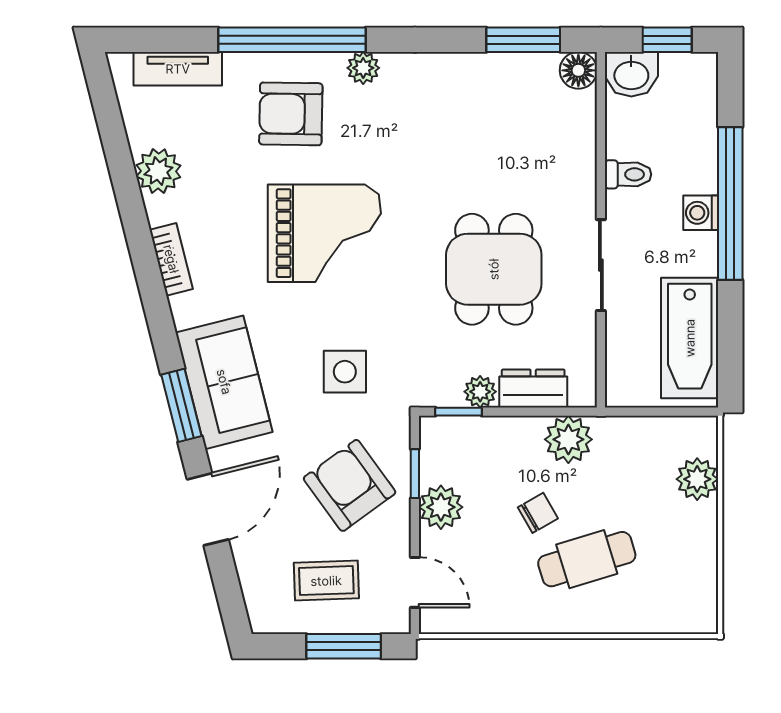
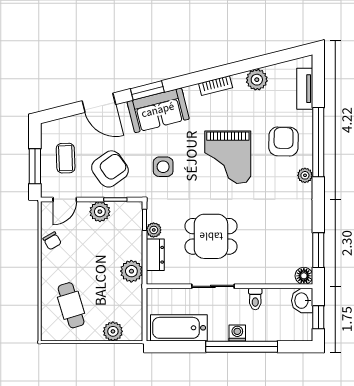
chair: (538, 513) -> (52, 241), moved
cafe table: (587, 559) -> (71, 305), moved

